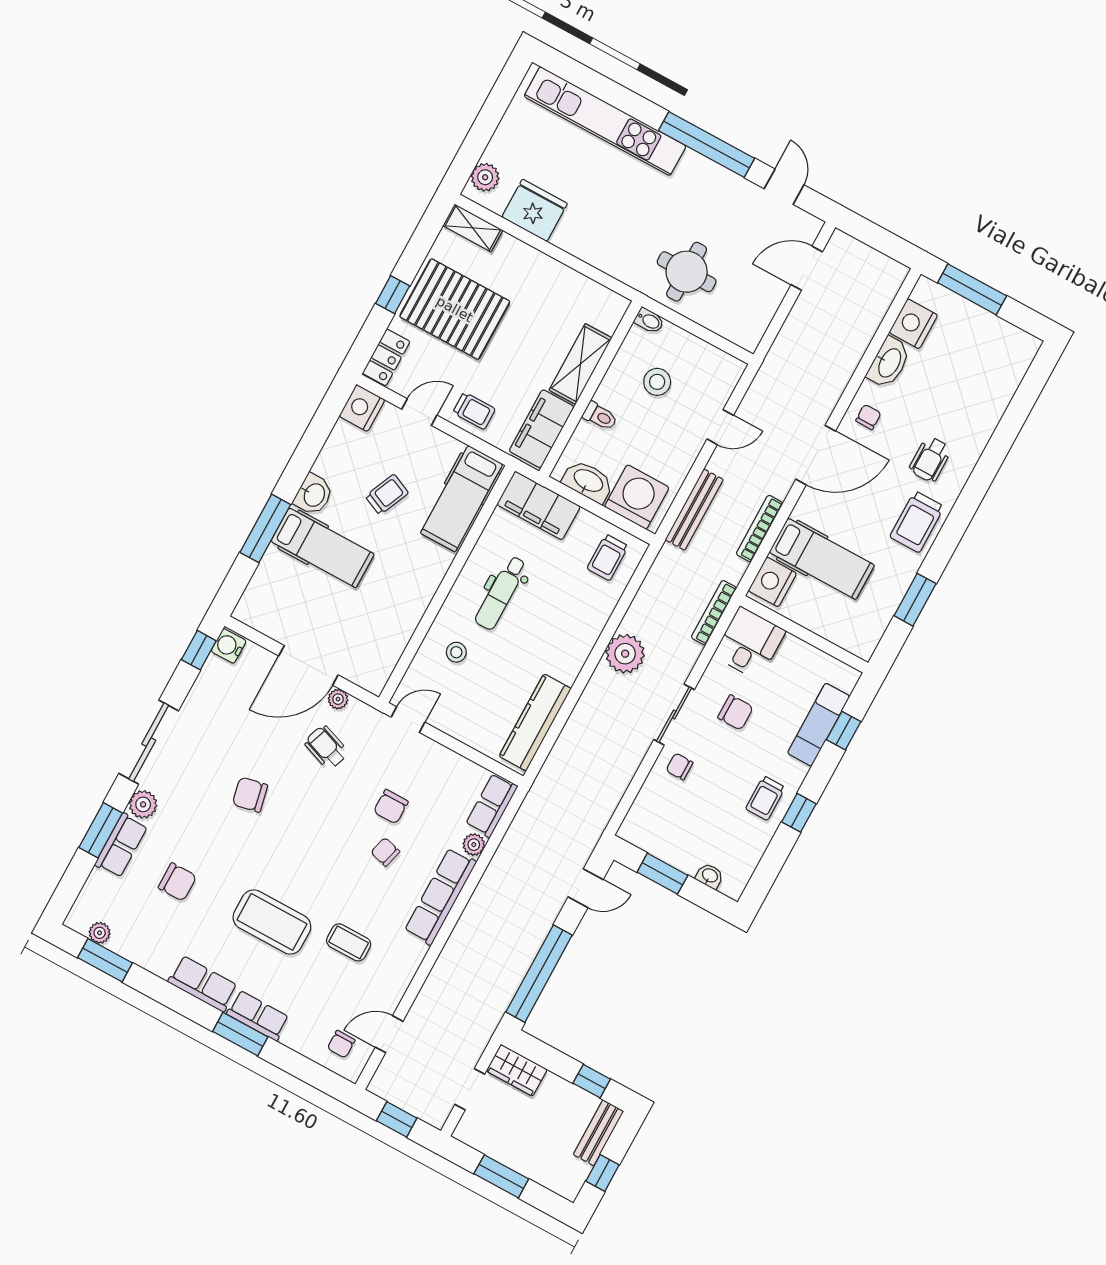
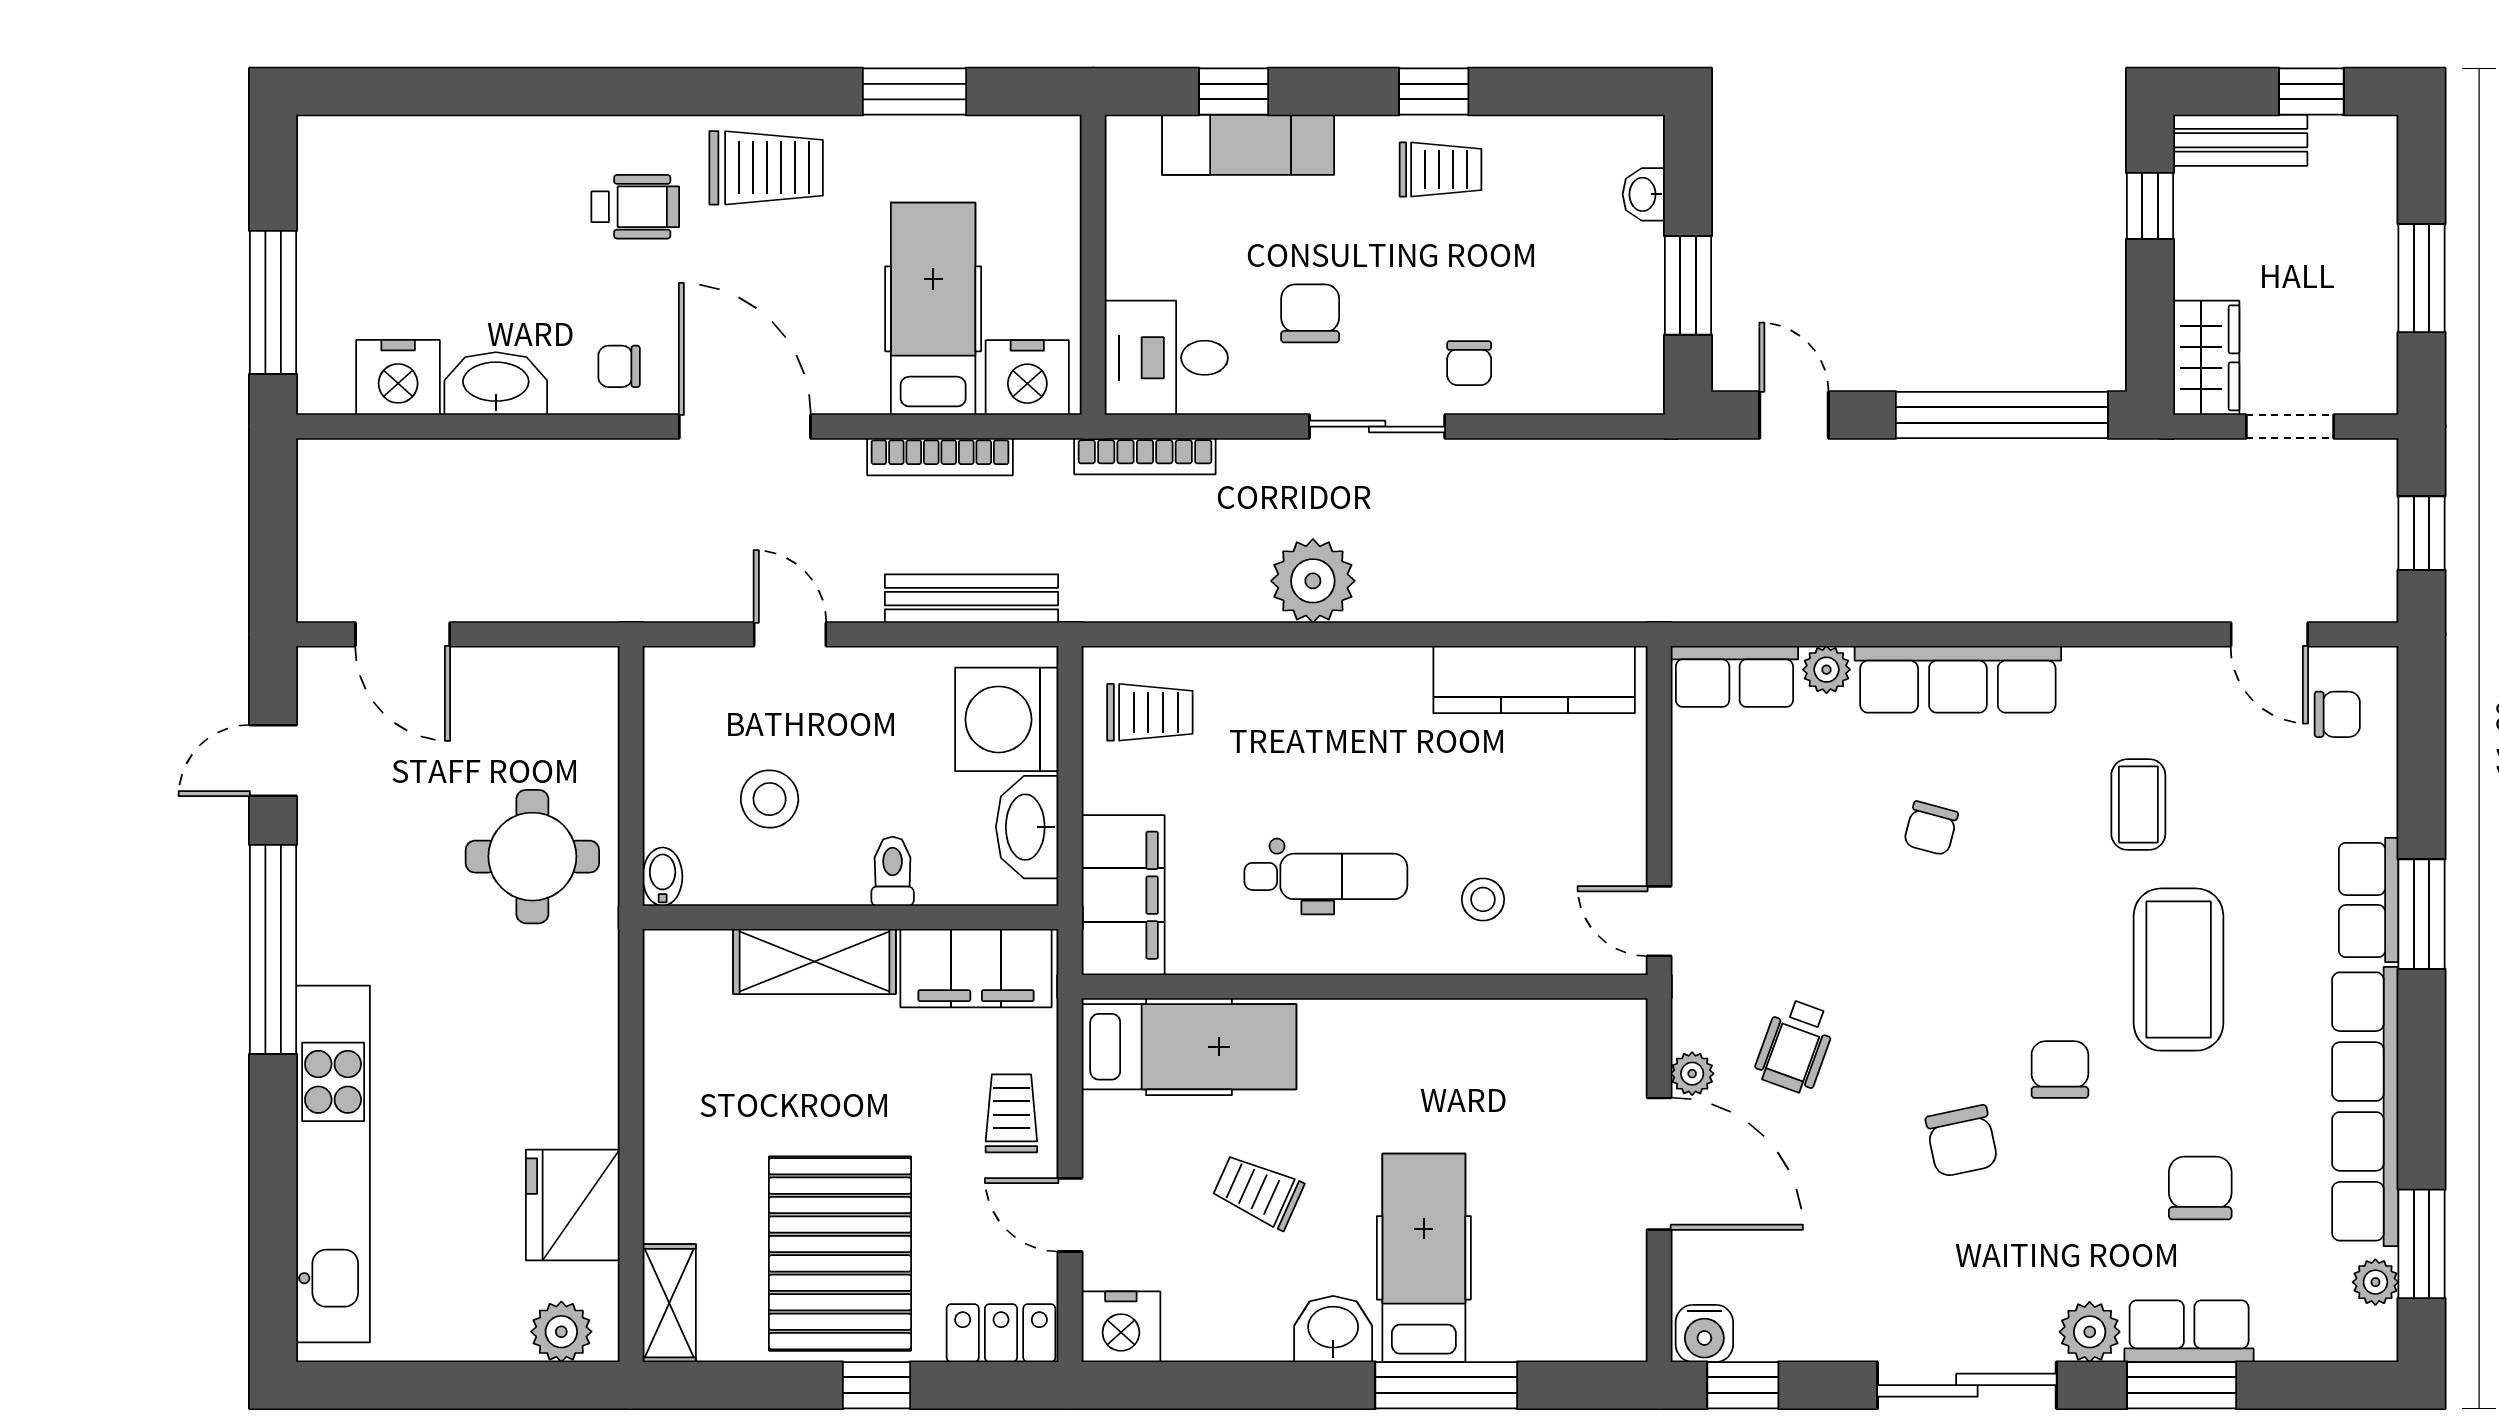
chair: (391, 807) -> (2060, 1070), moved, turned -90
row of seats: (203, 984) -> (2365, 1106), width x2.02

